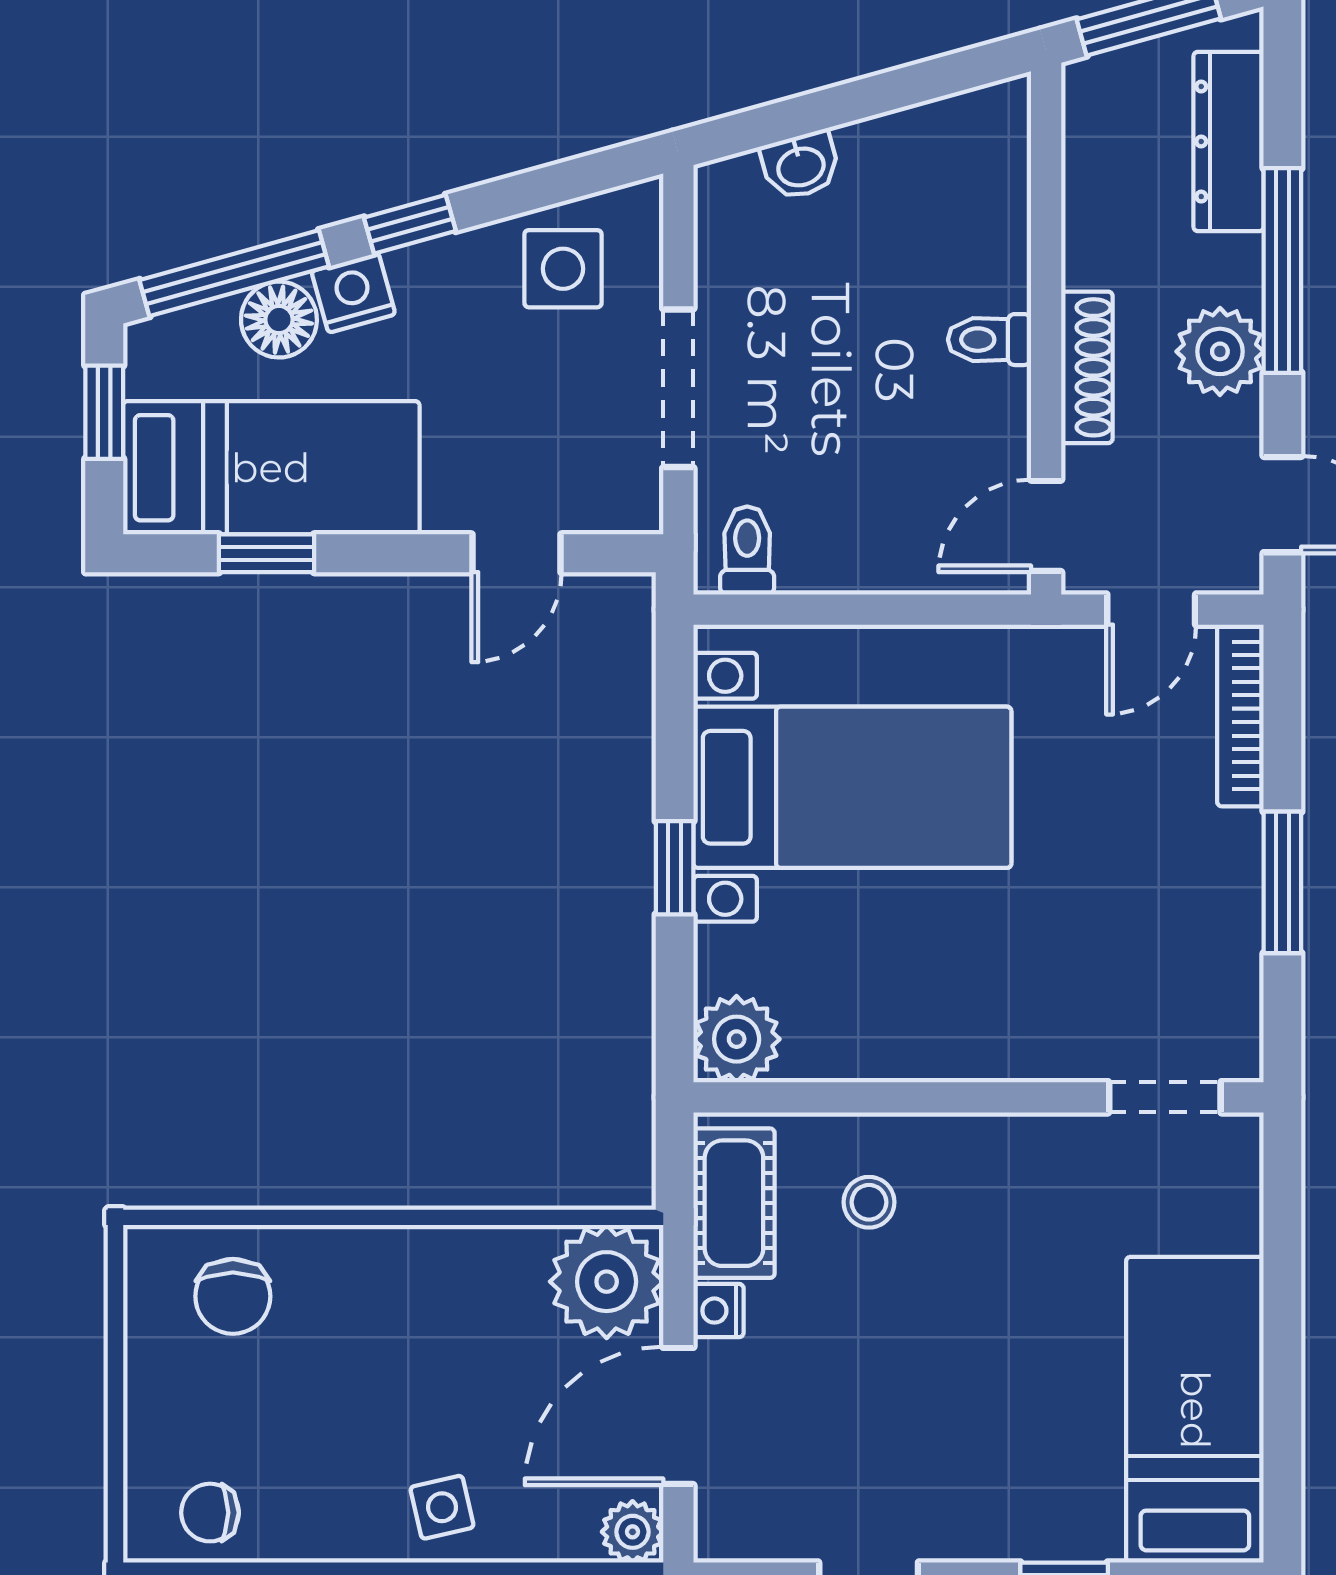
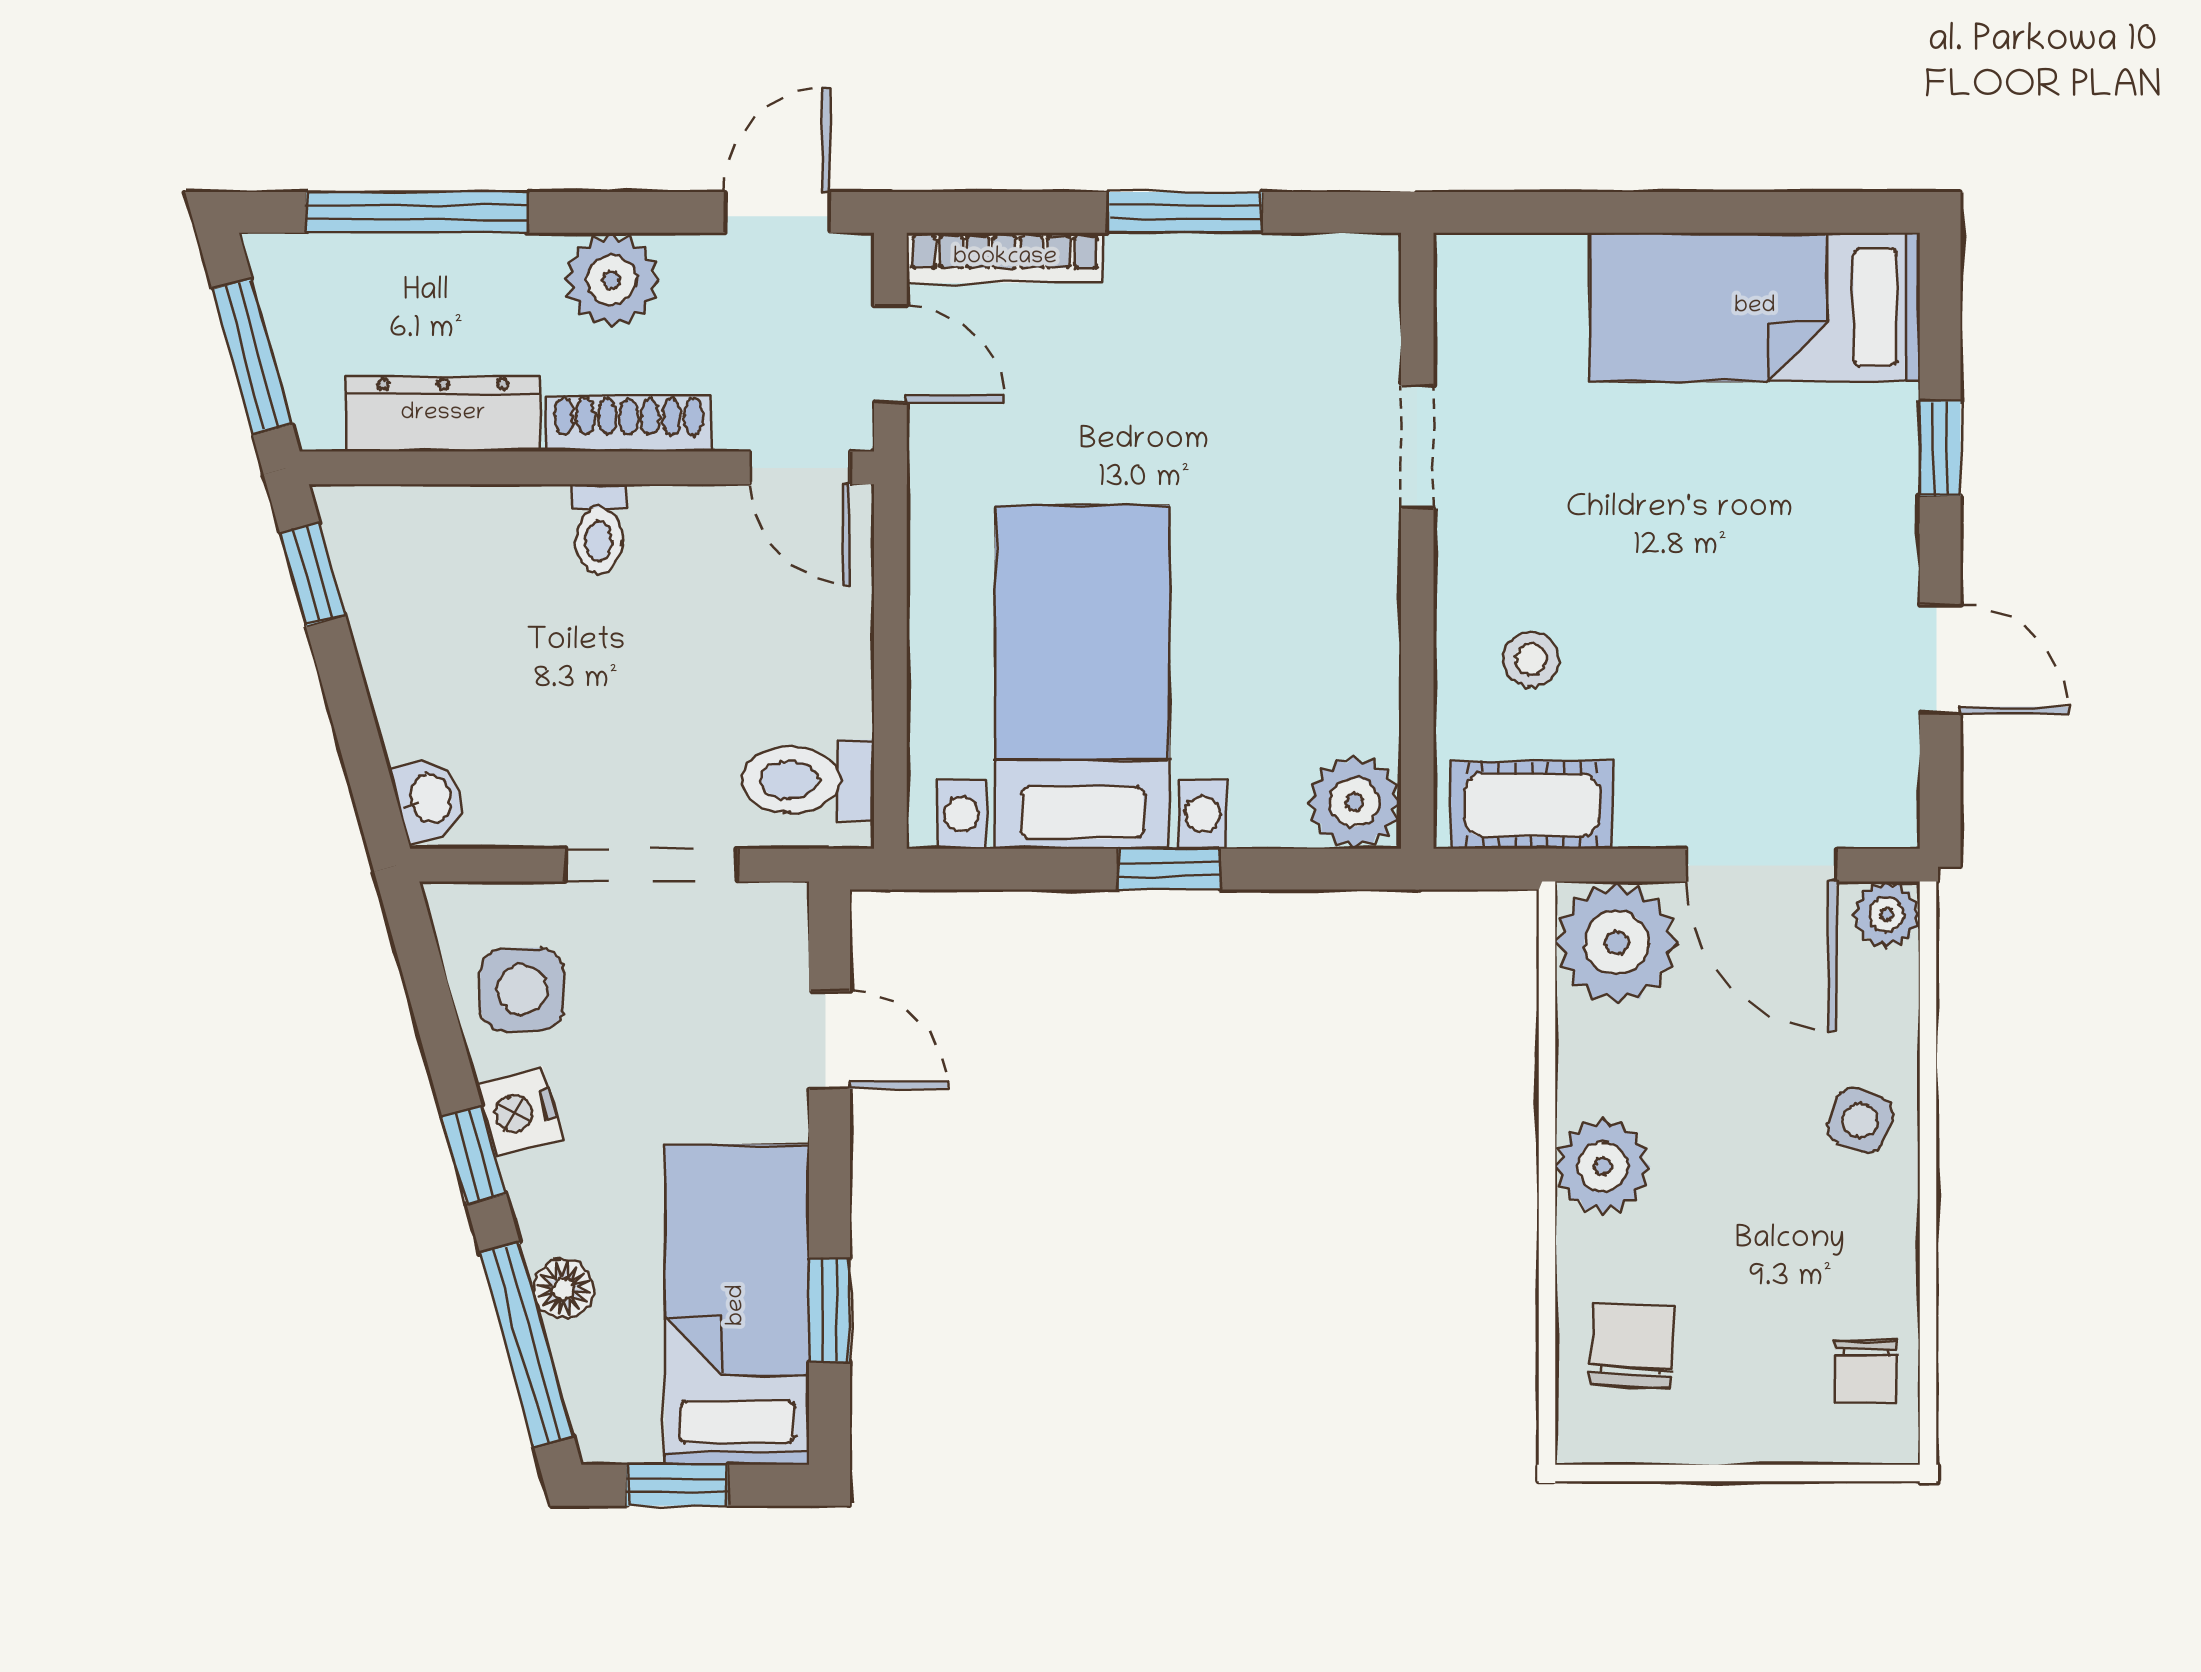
window: (948, 75) -> (313, 574), added
dresser: (1229, 142) -> (443, 414), moved, turned 180
washbasin: (801, 165) -> (429, 799), moved
window: (1282, 271) -> (417, 212), moved
nightstand: (353, 293) -> (519, 1112), moved
floor lamp: (279, 320) -> (563, 1289), width x0.73, depth x0.73
toilet: (747, 550) -> (808, 780), width x1.37, depth x1.39
doorway: (1165, 1097) -> (1417, 447), moved
plant: (399, 1269) -> (1603, 1166), added
chair: (233, 1296) -> (1632, 1346), turned -87
nightstand: (718, 1311) -> (1648, 822), removed
side table: (442, 1507) -> (1860, 1120), turned 34

